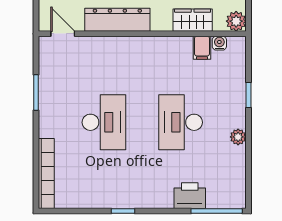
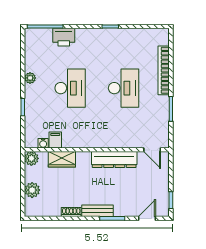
desk: (104, 122) -> (124, 88), turned 180
bookcase: (46, 173) -> (164, 70), moved

